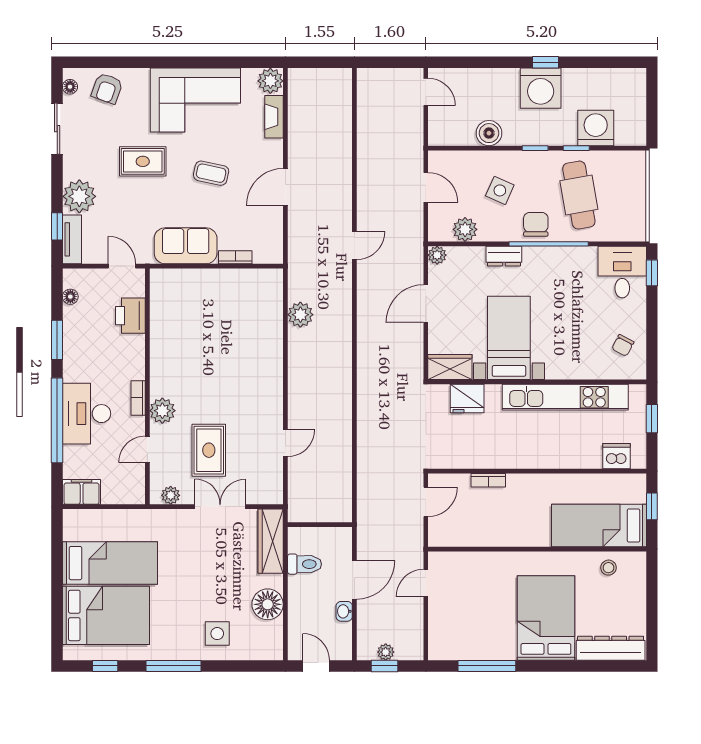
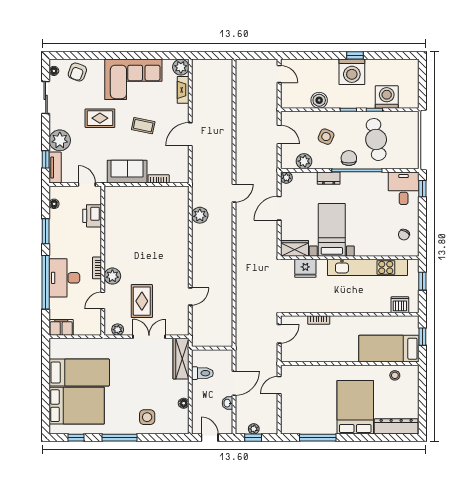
door: (354, 245) -> (234, 193), moved
floor lamp: (268, 604) -> (184, 403), width x0.53, depth x0.53

